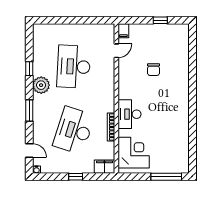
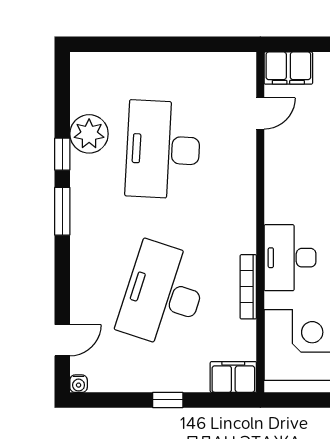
filing cabinet: (123, 31) -> (288, 68), width x2.00
plant: (41, 85) -> (89, 134), moved
window: (29, 111) -> (62, 211), moved
door: (29, 151) -> (62, 340), hinge flipped

